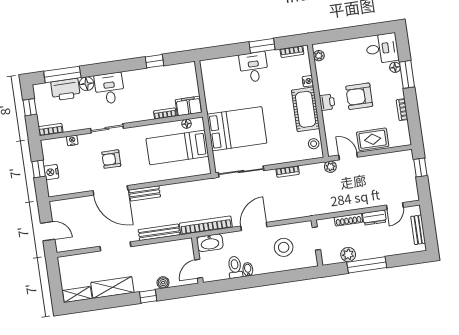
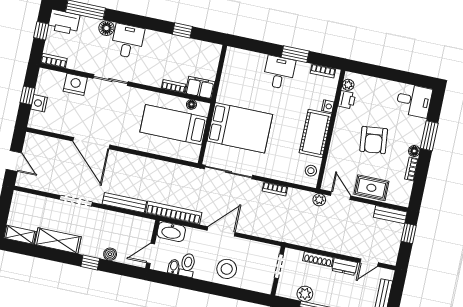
floor lamp: (395, 67) -> (414, 151), moved
printer: (66, 90) -> (64, 22), moved
armchair: (359, 96) -> (374, 140), turned -96
printer: (327, 102) -> (347, 100), moved
nightstand: (72, 140) -> (75, 84), width x1.89, depth x1.79
armchair: (111, 159) -> (104, 112), removed
bench: (145, 193) -> (390, 215), moved
stool: (284, 247) -> (227, 269), moved
bidet: (248, 269) -> (174, 267), moved

